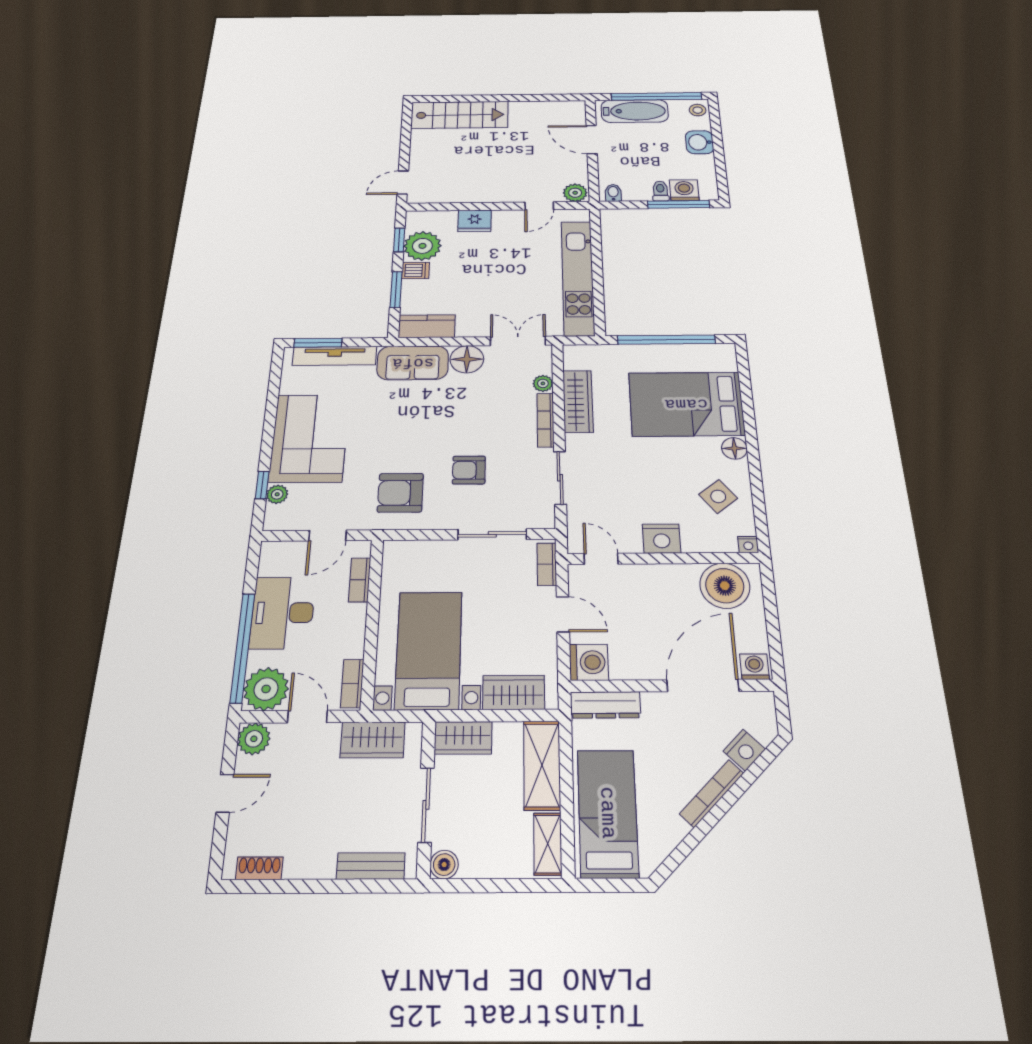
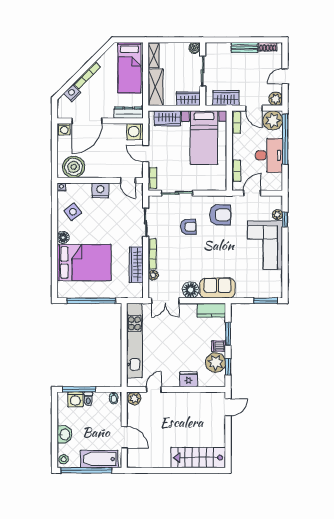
tv unit: (335, 356) -> (257, 293), removed
bench: (371, 866) -> (244, 47), moved

